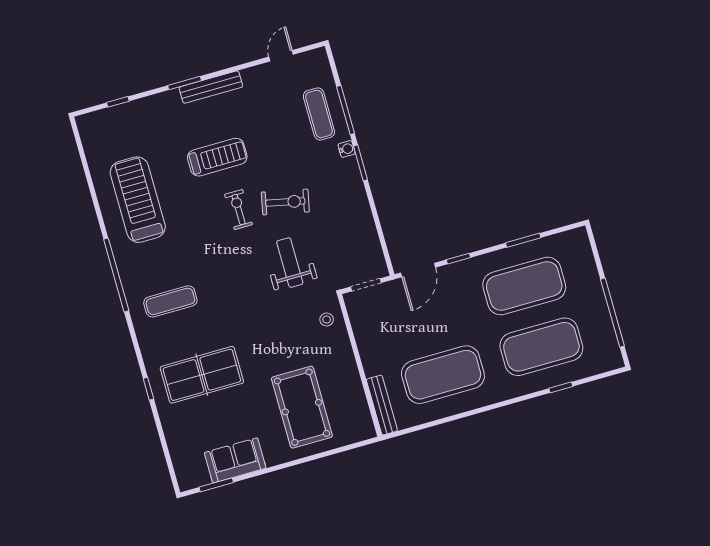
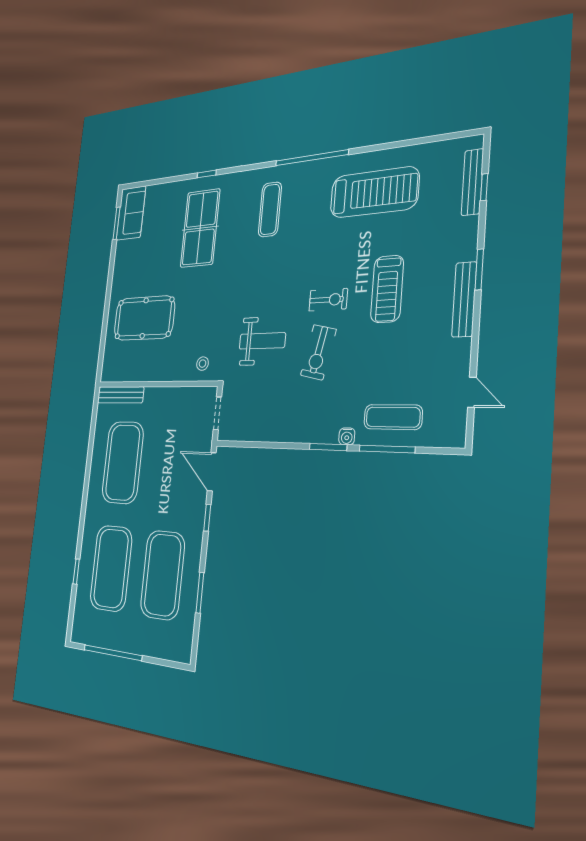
bench: (115, 113) -> (472, 182), added
sofa: (235, 460) -> (131, 213), moved

